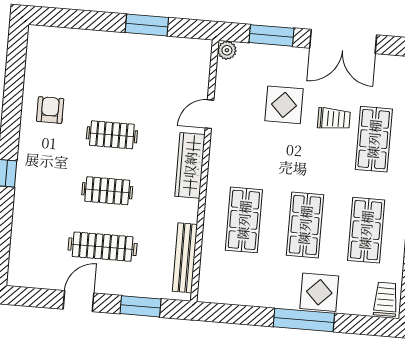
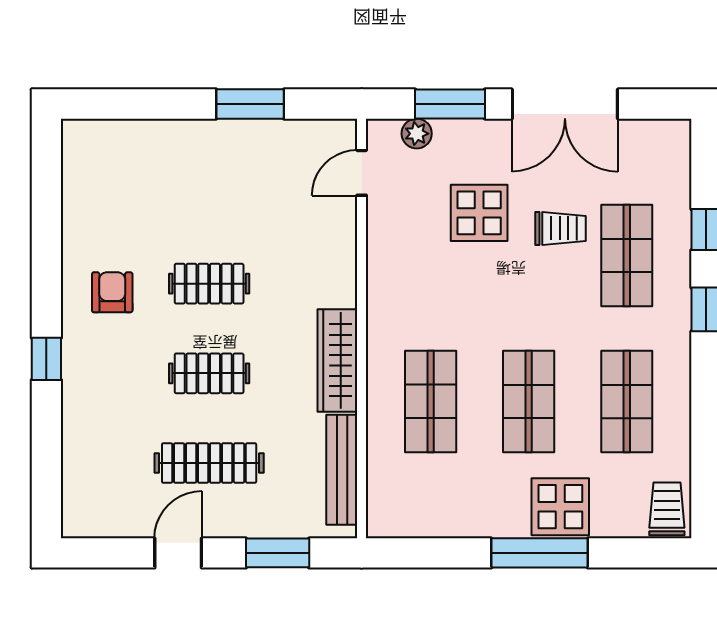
plant: (227, 50) -> (417, 134), moved
armchair: (50, 110) -> (112, 292), moved
door: (209, 114) -> (362, 173), moved
wardrobe: (190, 165) -> (337, 360), moved

